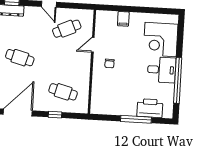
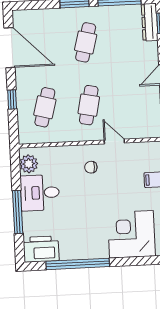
cafe table: (67, 29) -> (89, 105), moved, turned 36
desk: (162, 70) -> (40, 193), moved, turned 90
plant: (102, 108) -> (29, 164), added
printer: (150, 108) -> (41, 249), moved, turned -90

